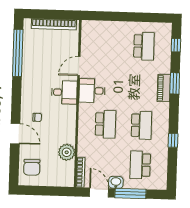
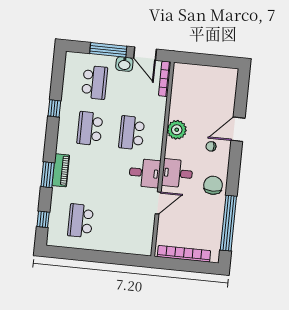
door: (15, 134) -> (238, 129), hinge flipped
plant: (67, 152) -> (177, 130), moved
chair: (32, 167) -> (213, 185), moved

